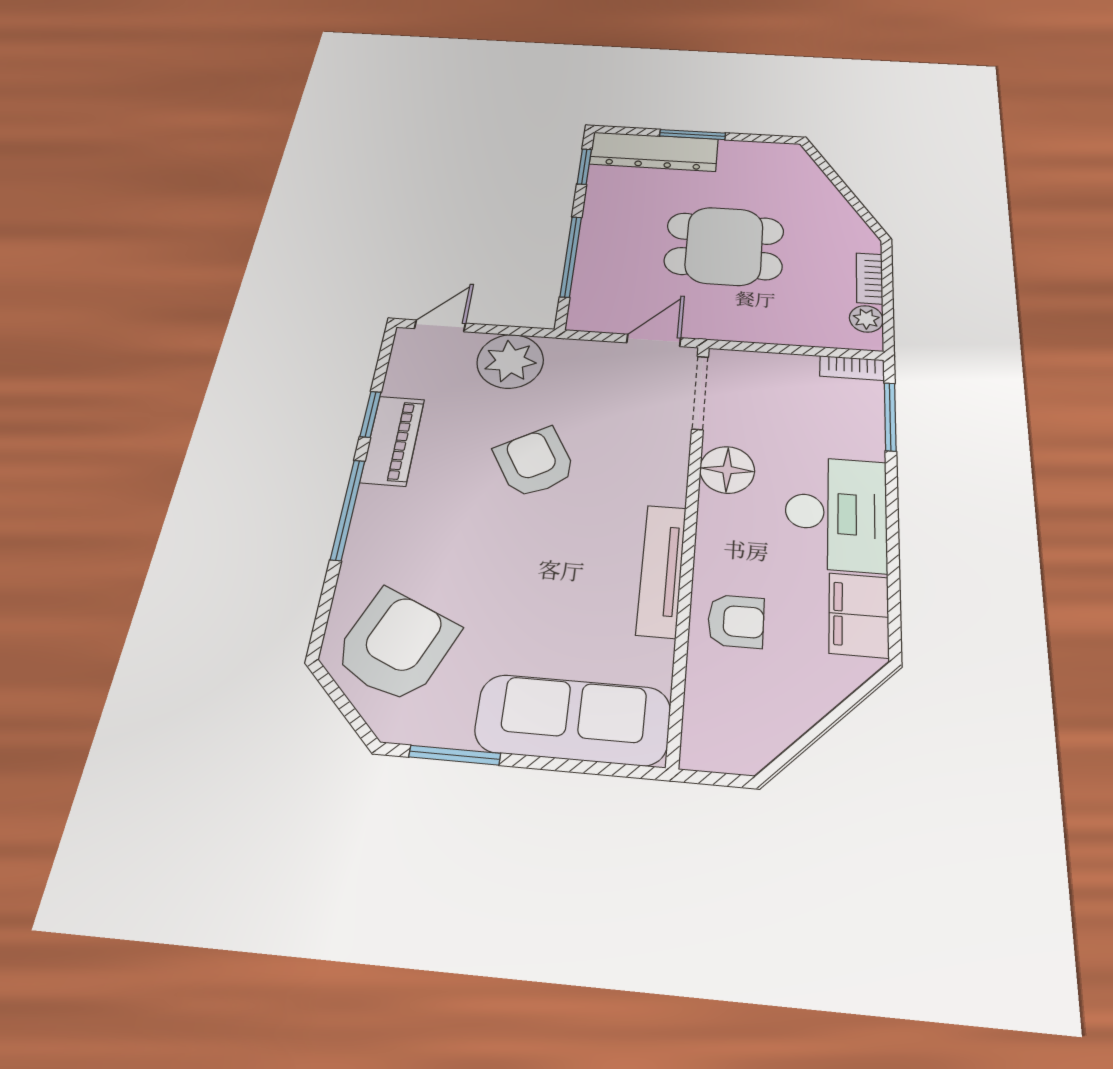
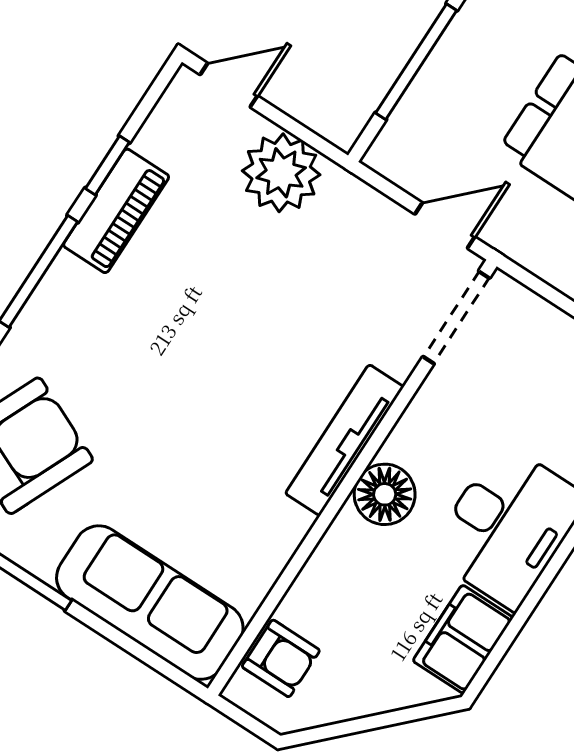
armchair: (535, 462) -> (246, 313), removed
floor lamp: (727, 470) -> (385, 494), moved
tv unit: (661, 570) -> (345, 440), moved
armchair: (736, 621) -> (281, 658), moved

